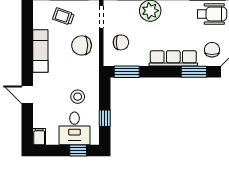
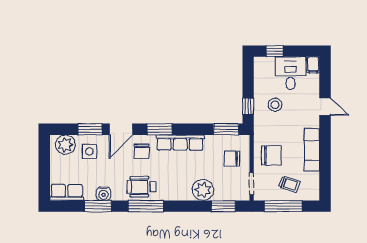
window: (105, 118) -> (248, 106), moved
desk: (74, 128) -> (291, 73), moved

